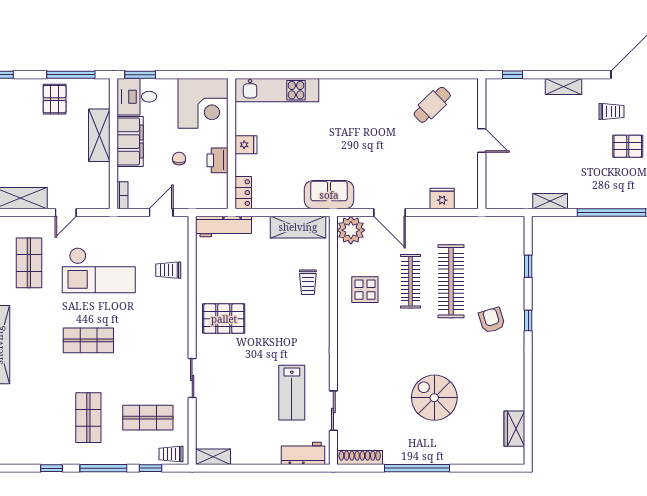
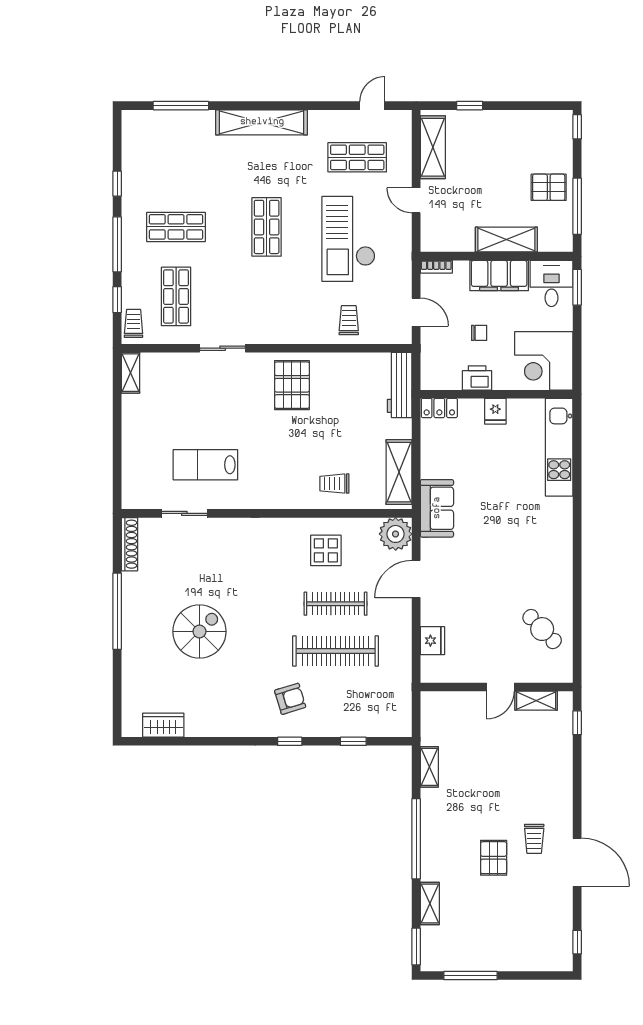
shelving: (563, 87) -> (536, 701), moved, turned 90
workbench: (303, 453) -> (134, 478), removed

